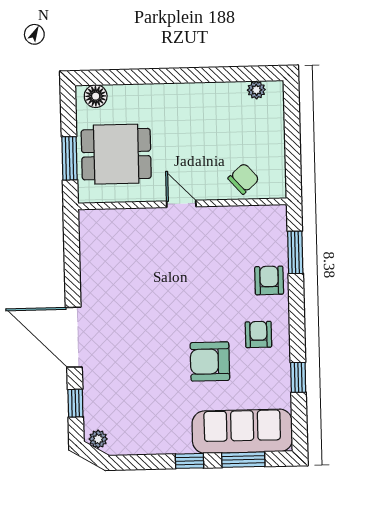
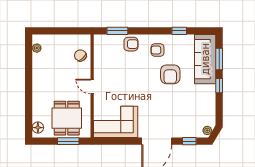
door: (181, 204) -> (92, 87), hinge flipped
corner sofa: (111, 253) -> (116, 122), added
armchair: (269, 280) -> (131, 44), turned 180

